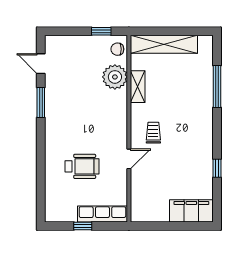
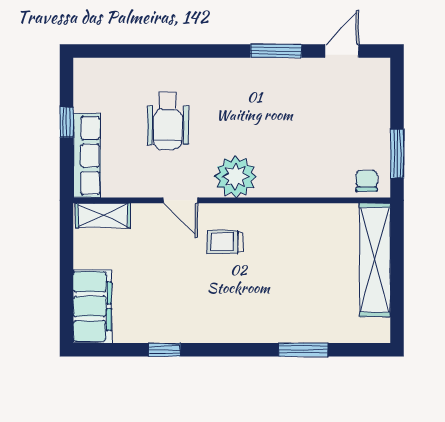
window: (101, 31) -> (397, 153), width x1.50
plant: (115, 77) -> (235, 177), moved
window: (217, 86) -> (303, 350), width x0.69
shelving: (138, 87) -> (103, 215), moved
trolley: (153, 133) -> (225, 242), turned 180

